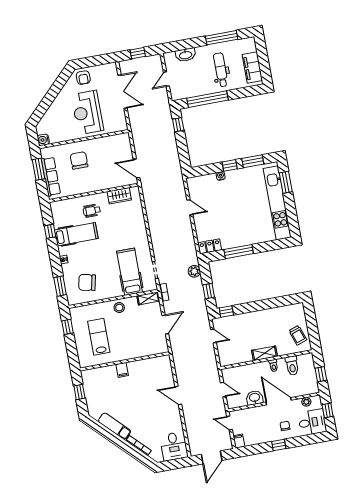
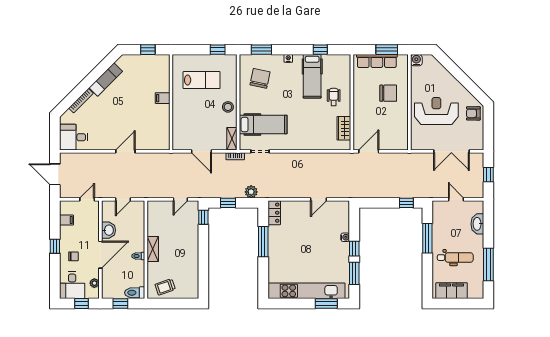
window: (207, 99) -> (427, 238), width x0.68
toilet: (292, 366) -> (135, 293), moved
filing cabinet: (239, 441) -> (66, 220), moved

